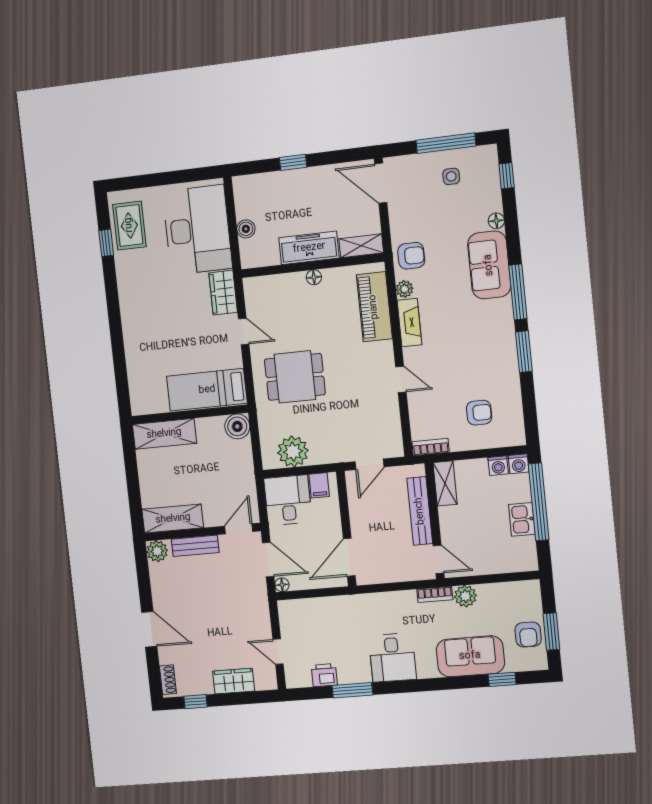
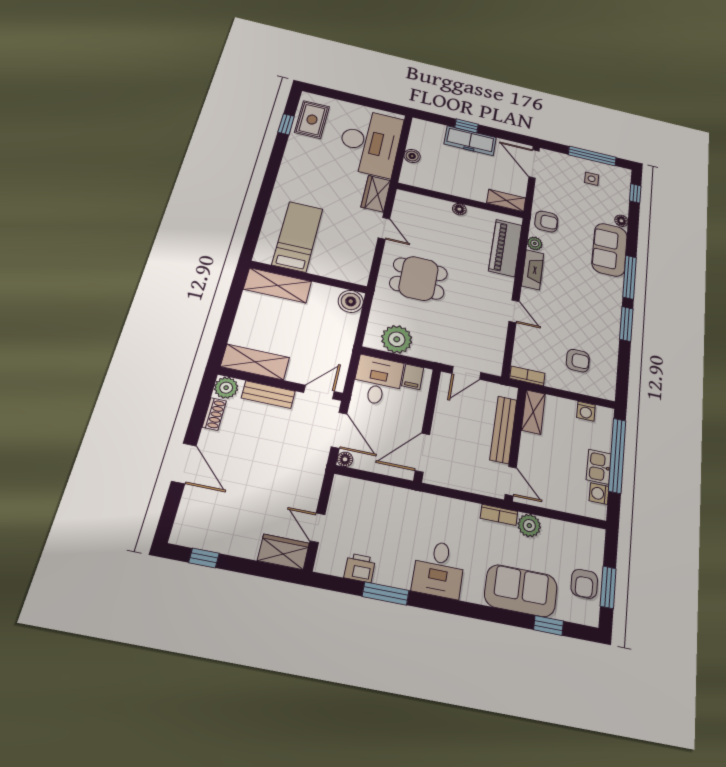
freezer: (309, 248) -> (470, 141), moved, turned 180
bed: (207, 390) -> (298, 237), moved, turned 90
washing machine: (519, 464) -> (599, 494), moved, turned 90
shoe rack: (168, 680) -> (214, 414), moved
wardrobe: (234, 681) -> (283, 552), moved

